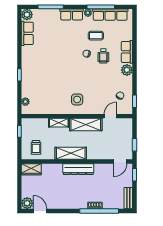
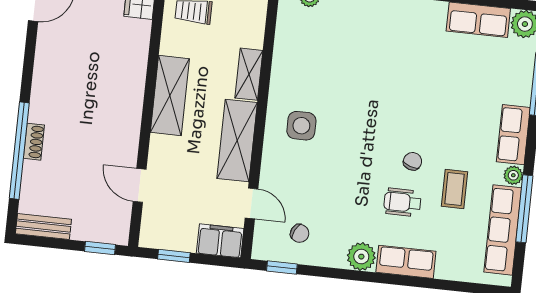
filing cabinet: (127, 127) -> (220, 241), added
door: (120, 162) -> (140, 185), moved
dresser: (78, 169) -> (129, 110), removed

